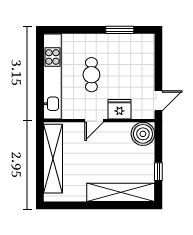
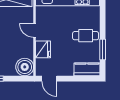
kitchen counter: (146, 51) -> (87, 69), added
cafe table: (91, 75) -> (86, 36), moved

